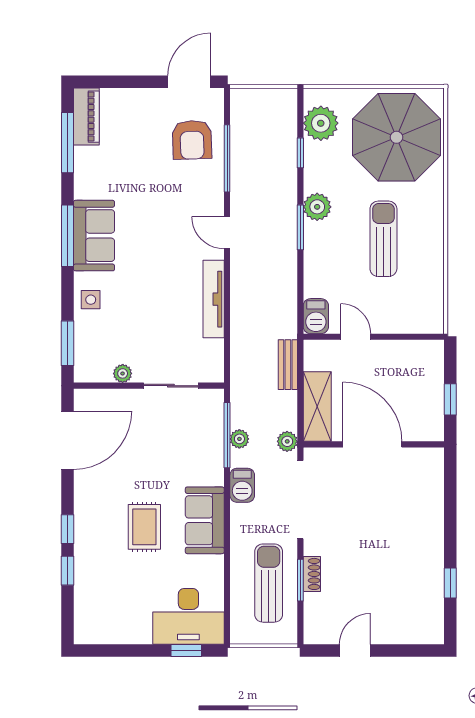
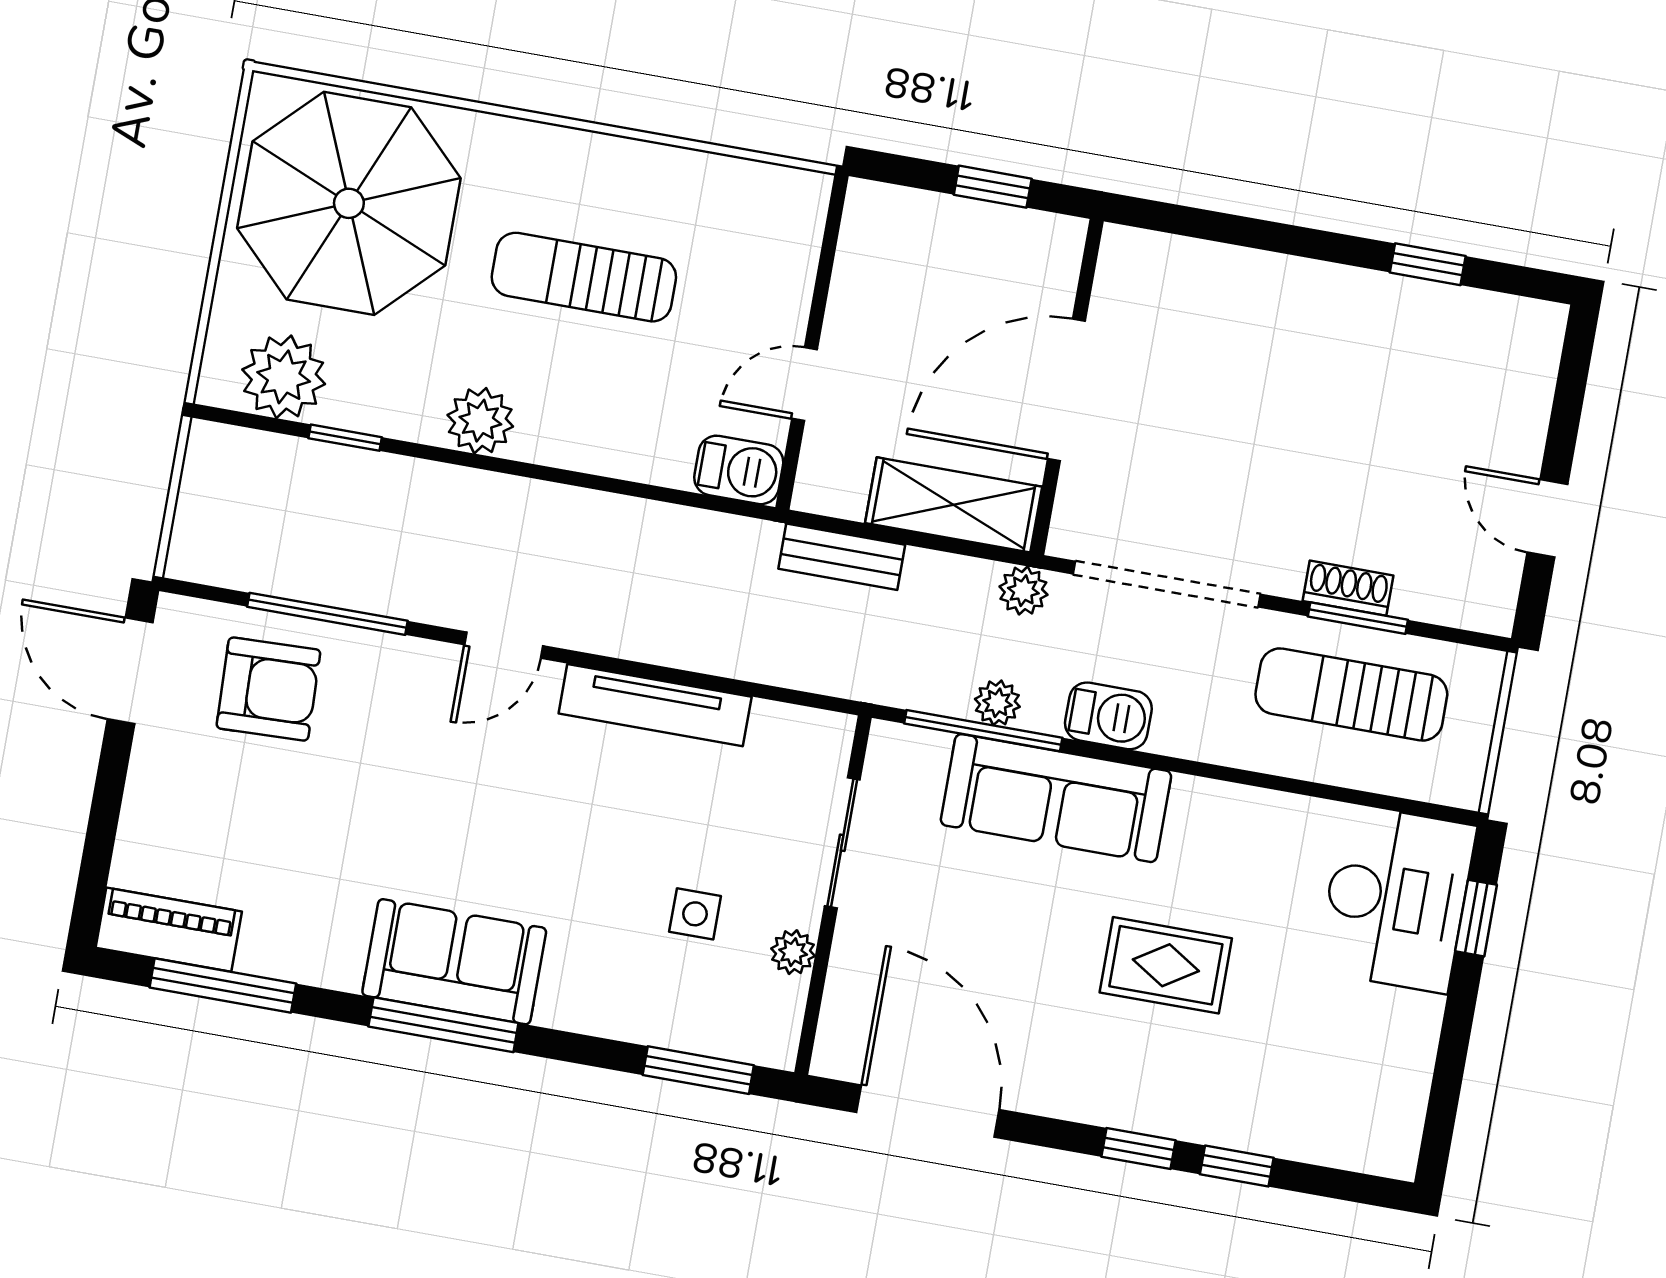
window: (300, 227) -> (522, 469), removed
side table: (91, 300) -> (695, 914), moved
sofa: (205, 520) -> (1056, 798), moved, width x1.36

